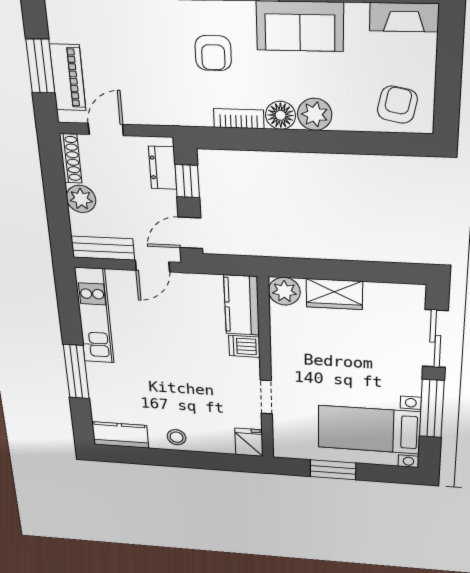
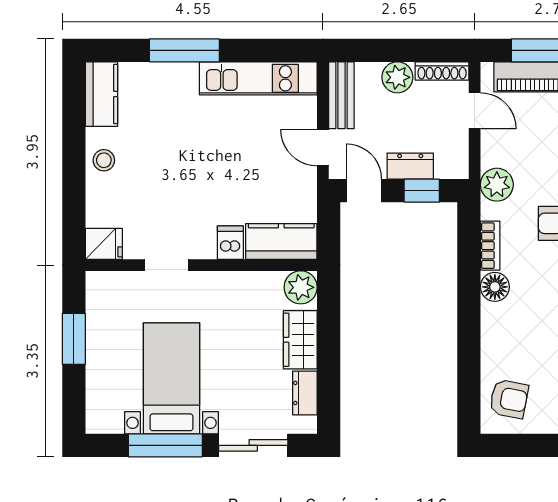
plant: (315, 114) -> (497, 185), moved
dresser: (163, 168) -> (410, 166), moved
dresser: (386, 293) -> (305, 393), added
bed with nightstands: (369, 430) -> (172, 378), moved

